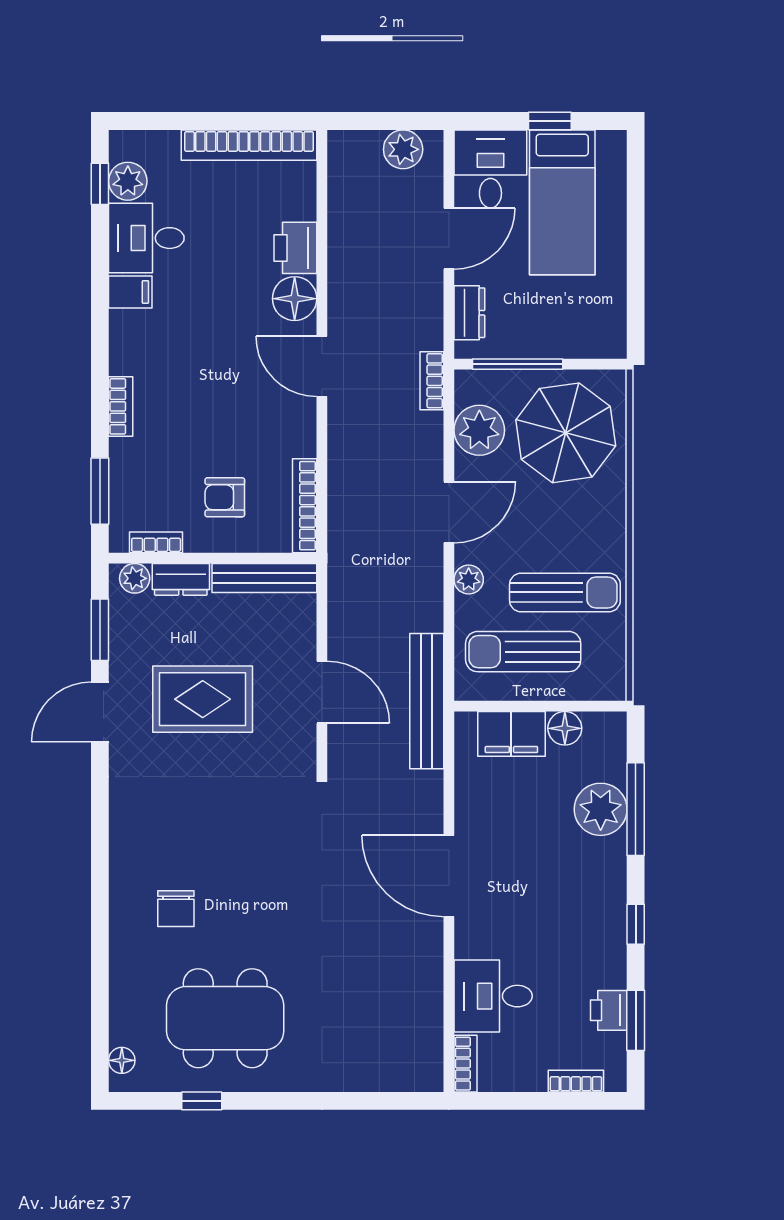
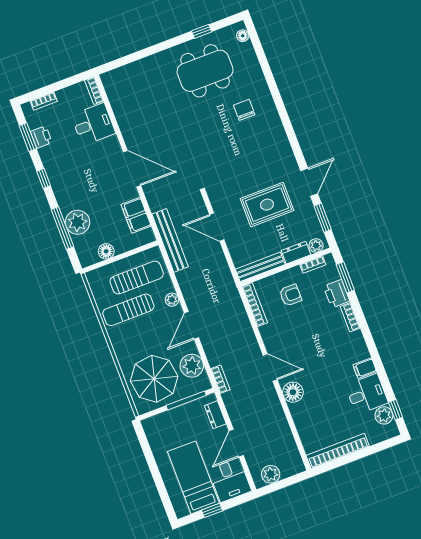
printer: (295, 248) -> (337, 294), moved, turned 180
filing cabinet: (511, 734) -> (136, 215), moved, turned -90

